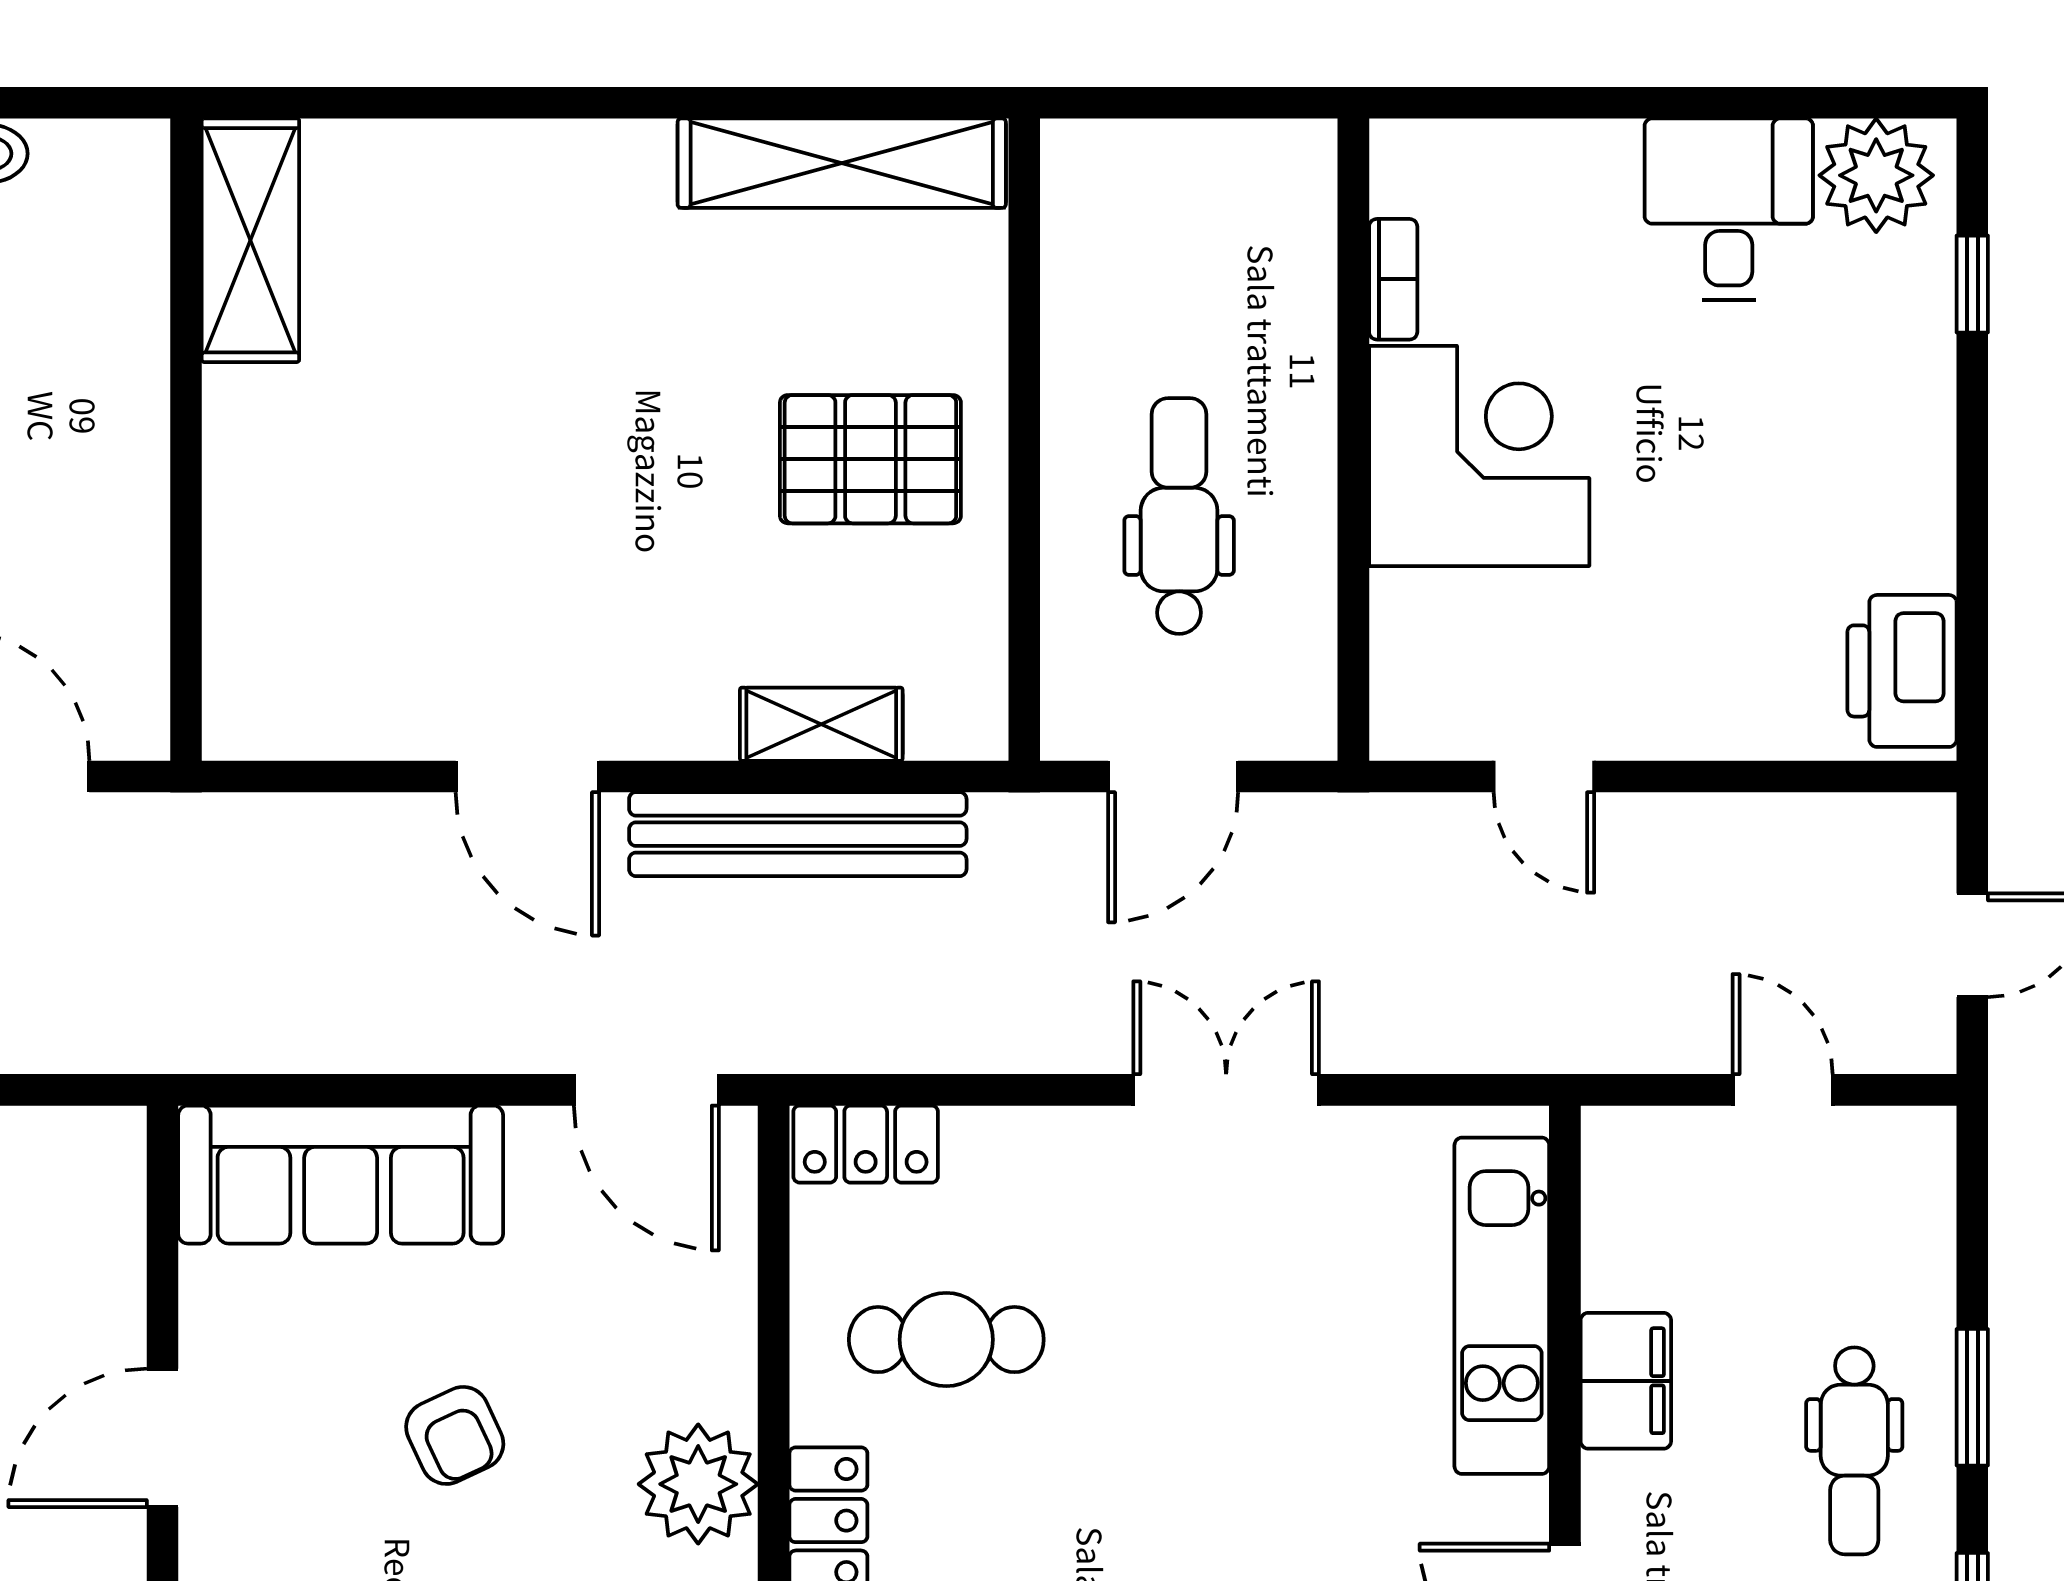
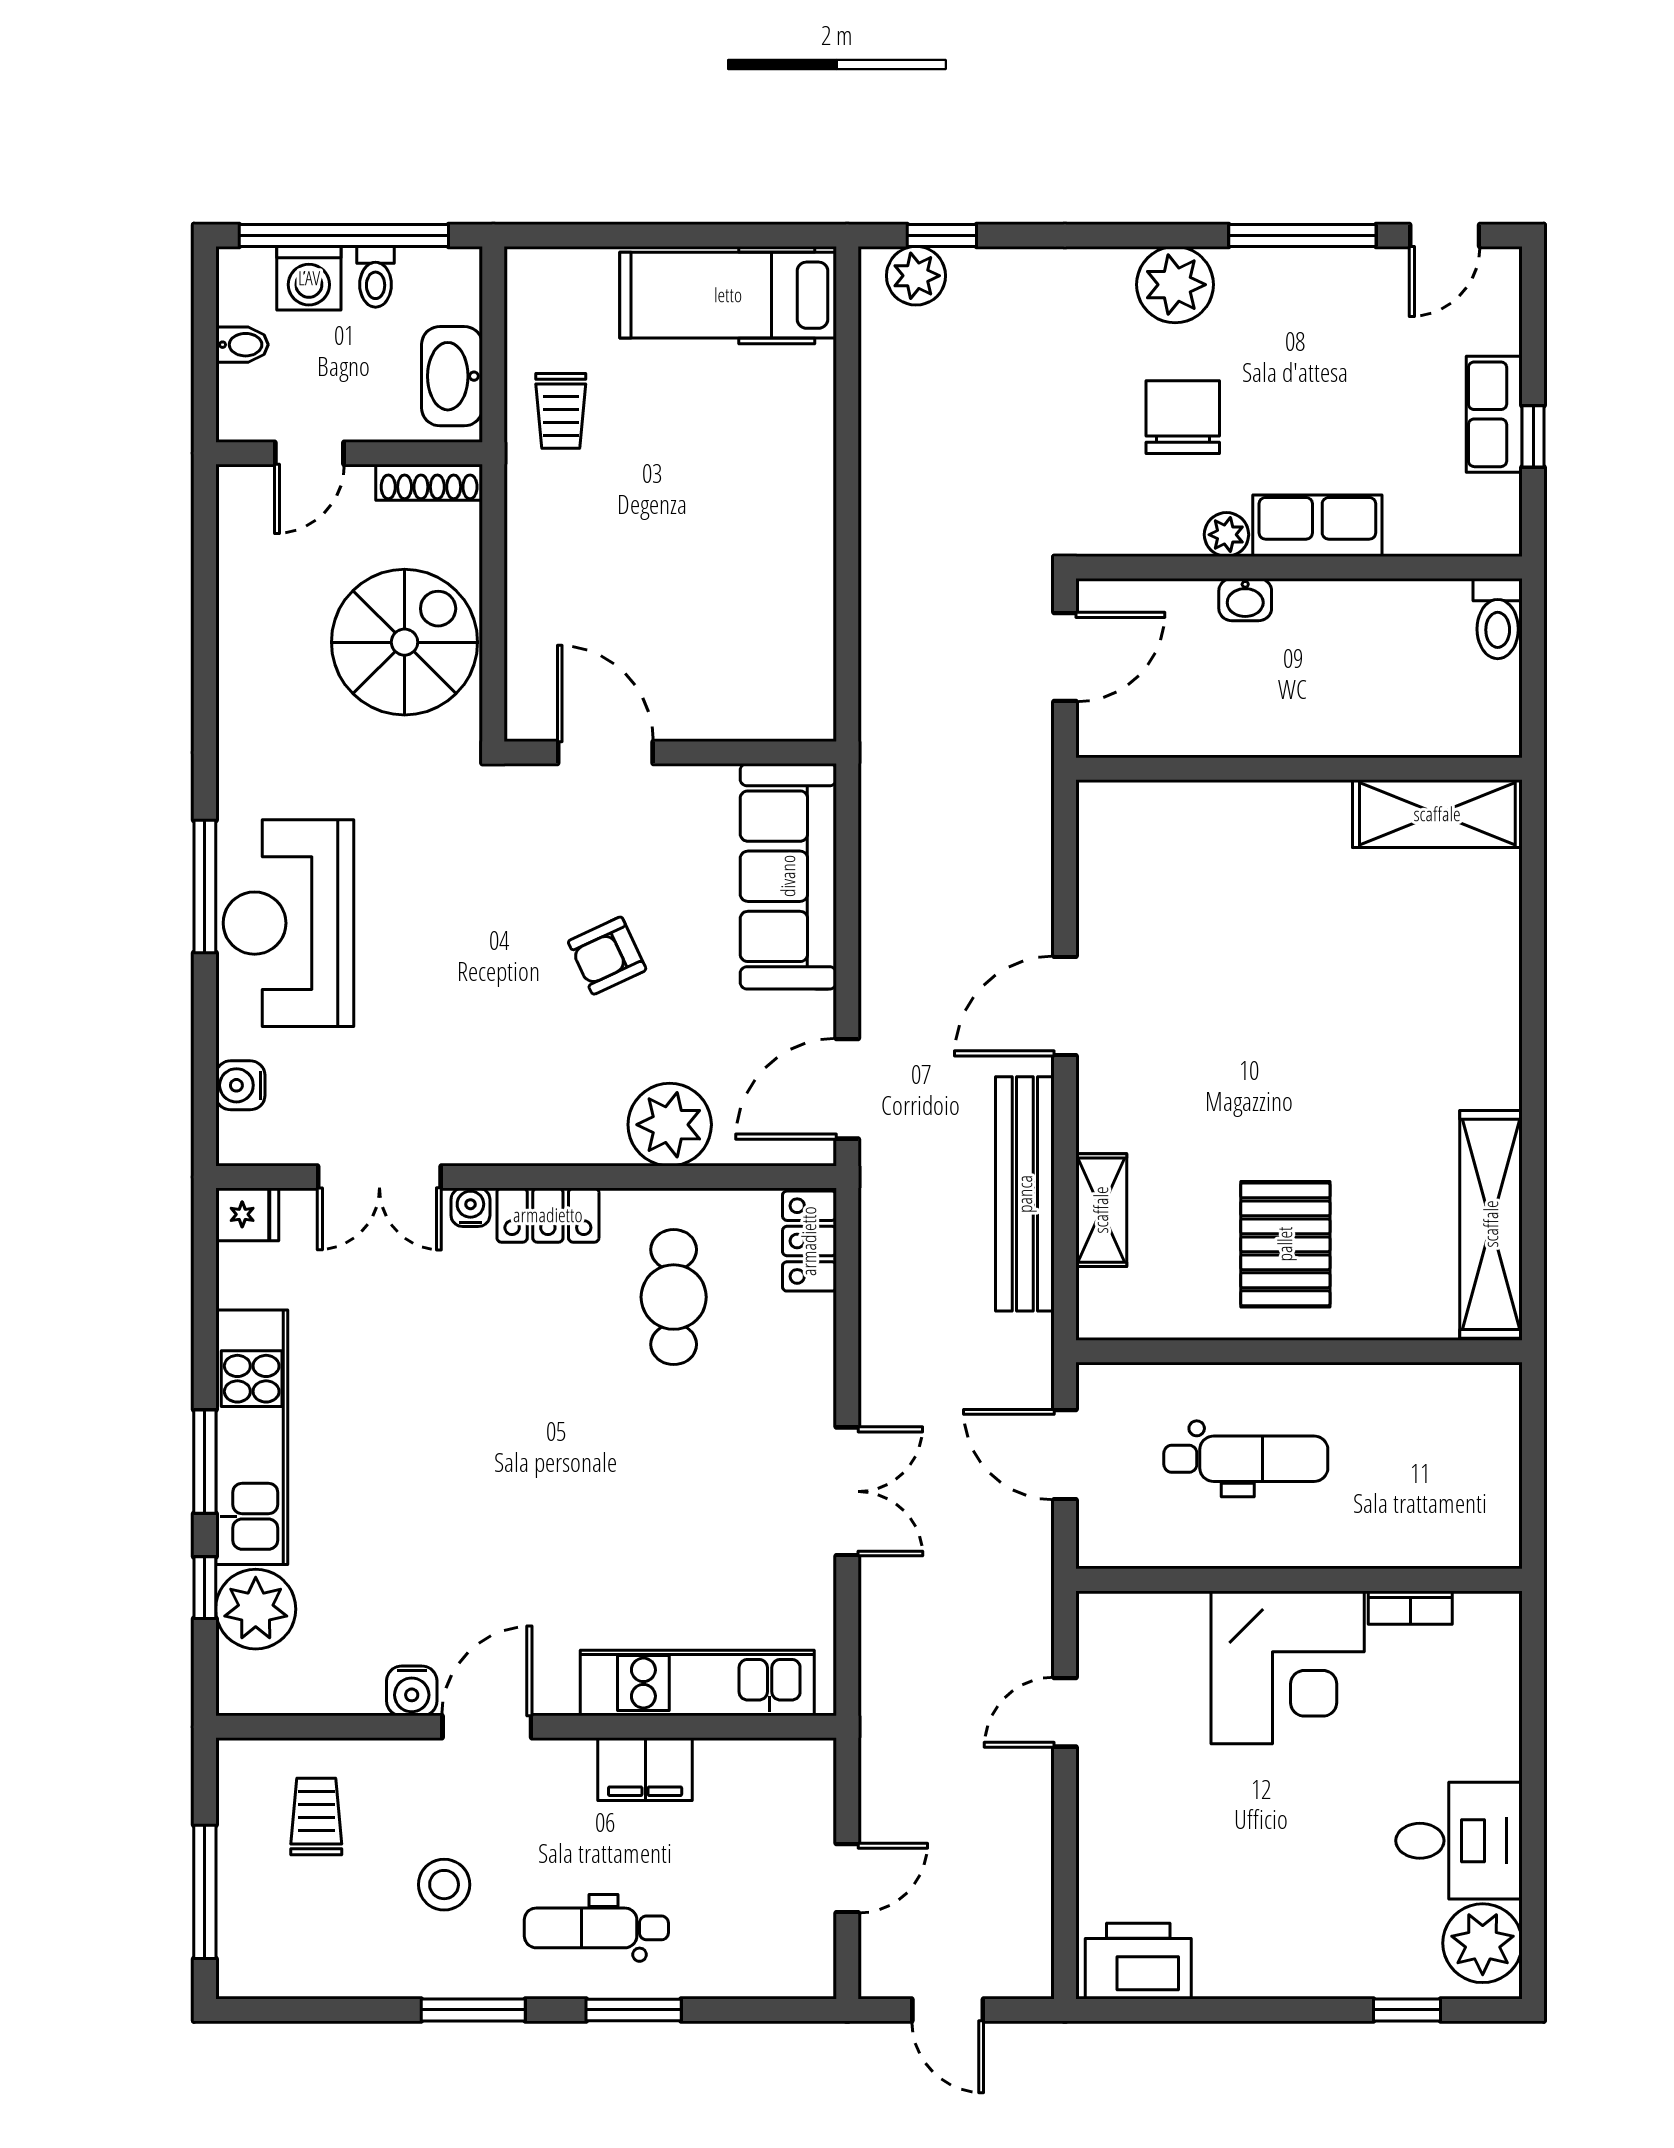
plant: (698, 1484) -> (670, 1125), moved

